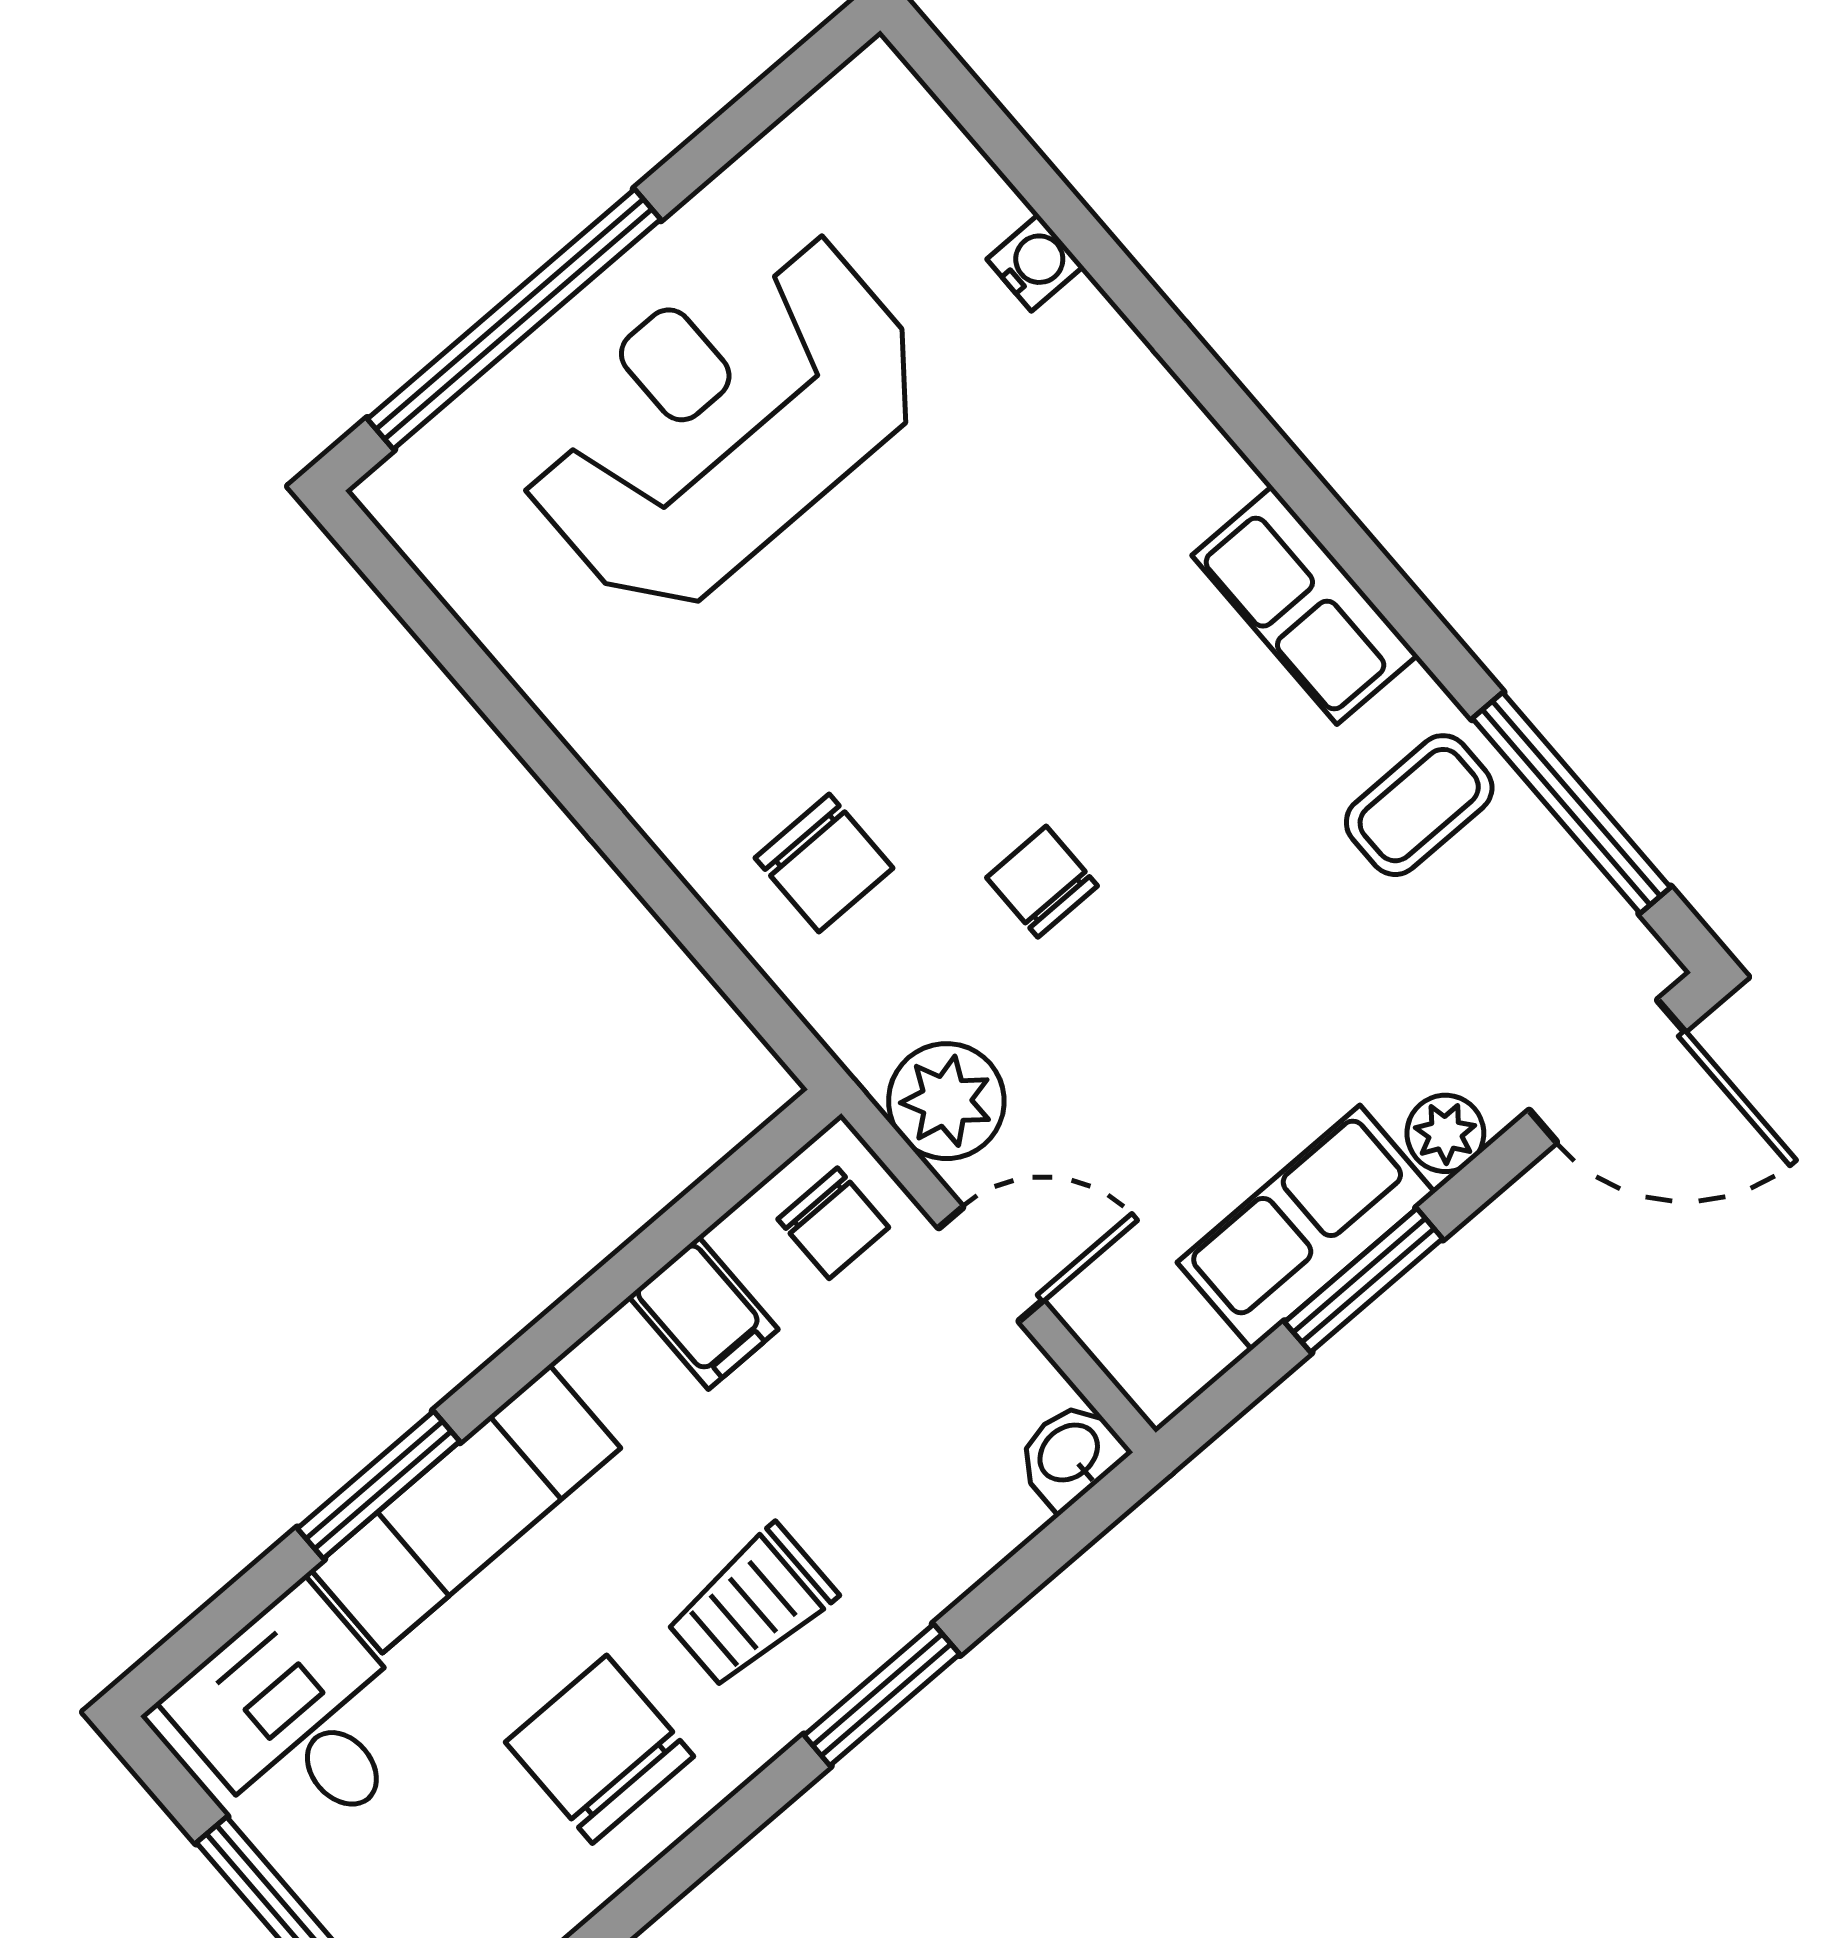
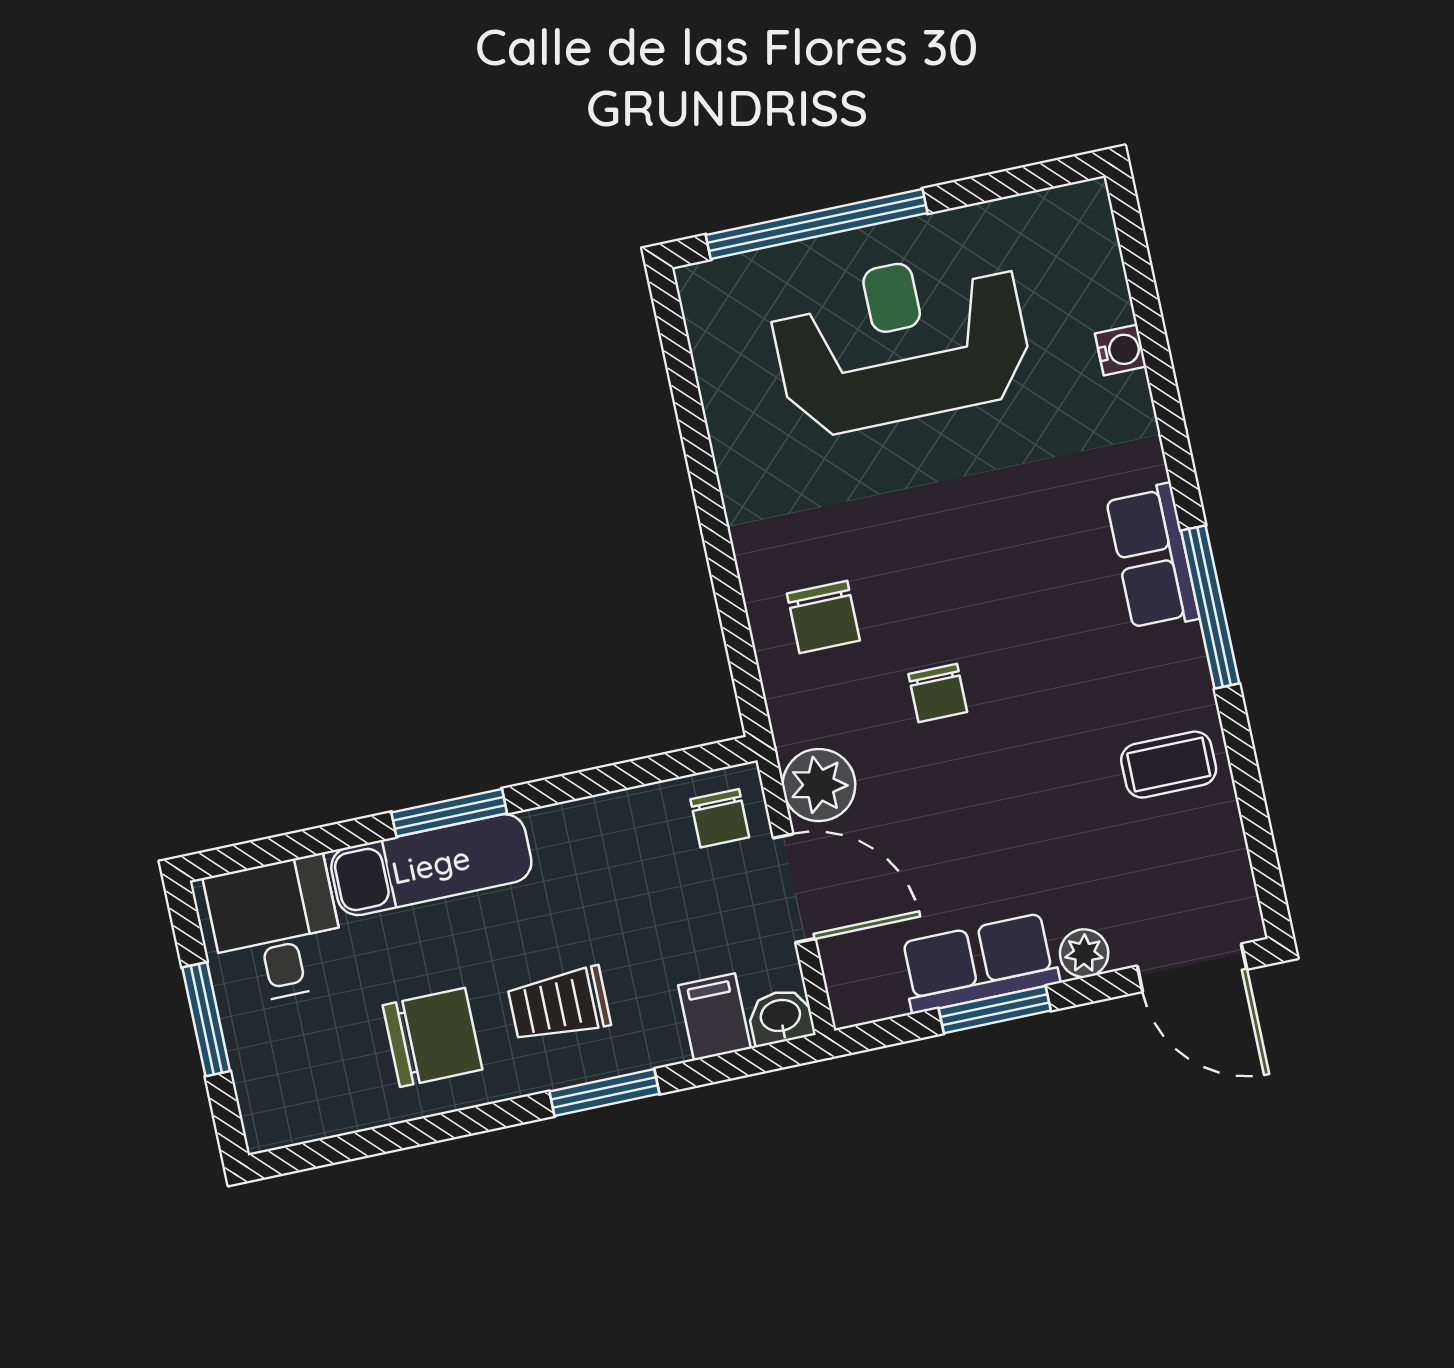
row of seats: (1305, 605) -> (1153, 557), moved
window: (1571, 803) -> (1210, 607), moved
chair: (1042, 882) -> (938, 693), turned 180
door: (991, 1264) -> (794, 888), width x1.38
filing cabinet: (703, 1313) -> (715, 1017), moved, turned 180
window: (379, 1485) -> (449, 813), moved
chair: (599, 1749) -> (432, 1037), turned 90

